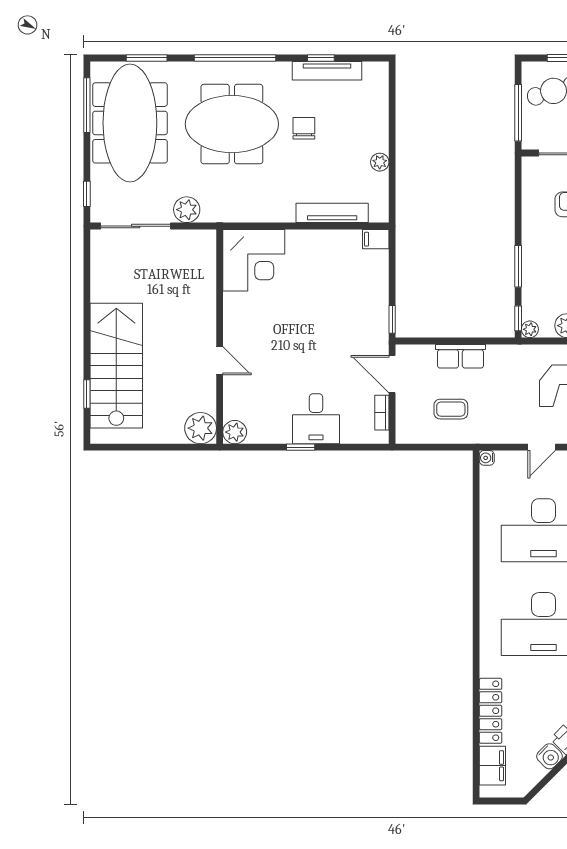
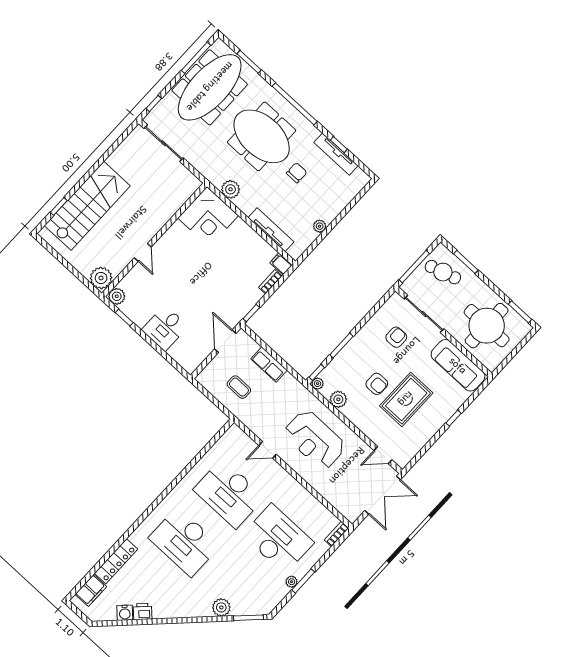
plant: (187, 210) -> (231, 189), moved
bookcase: (382, 413) -> (270, 282), moved
window: (301, 447) -> (124, 318), moved
water cooler: (487, 458) -> (234, 429), removed

